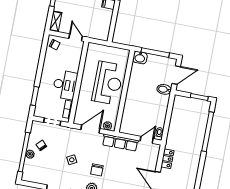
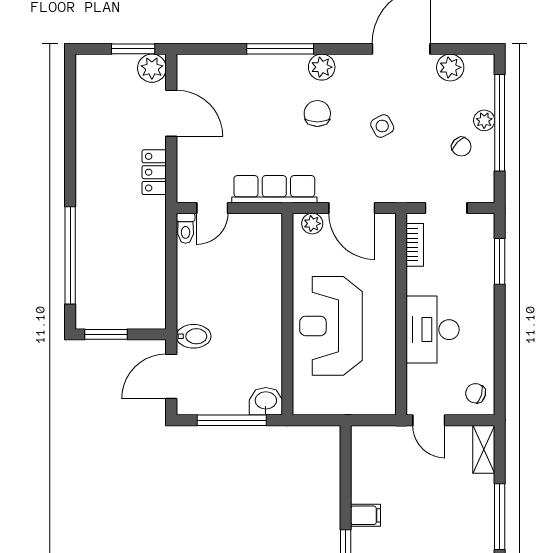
desk: (65, 85) -> (433, 330), moved
door: (90, 129) -> (352, 208), hinge flipped
plant: (40, 178) -> (450, 67), added

